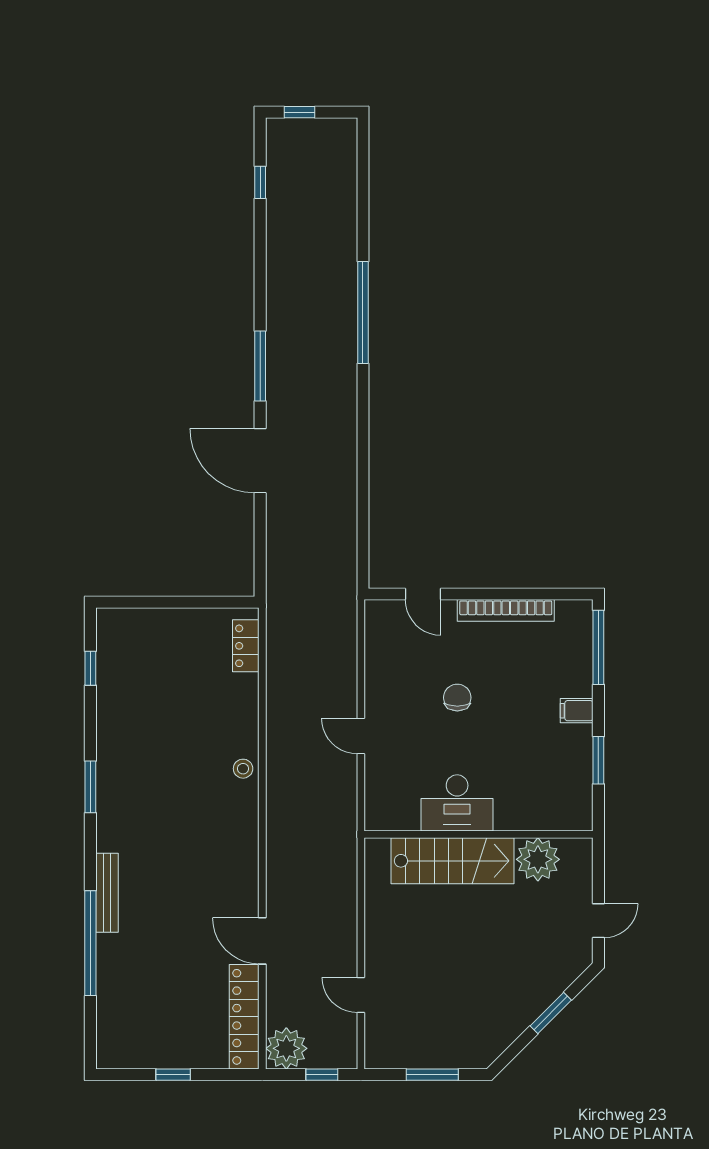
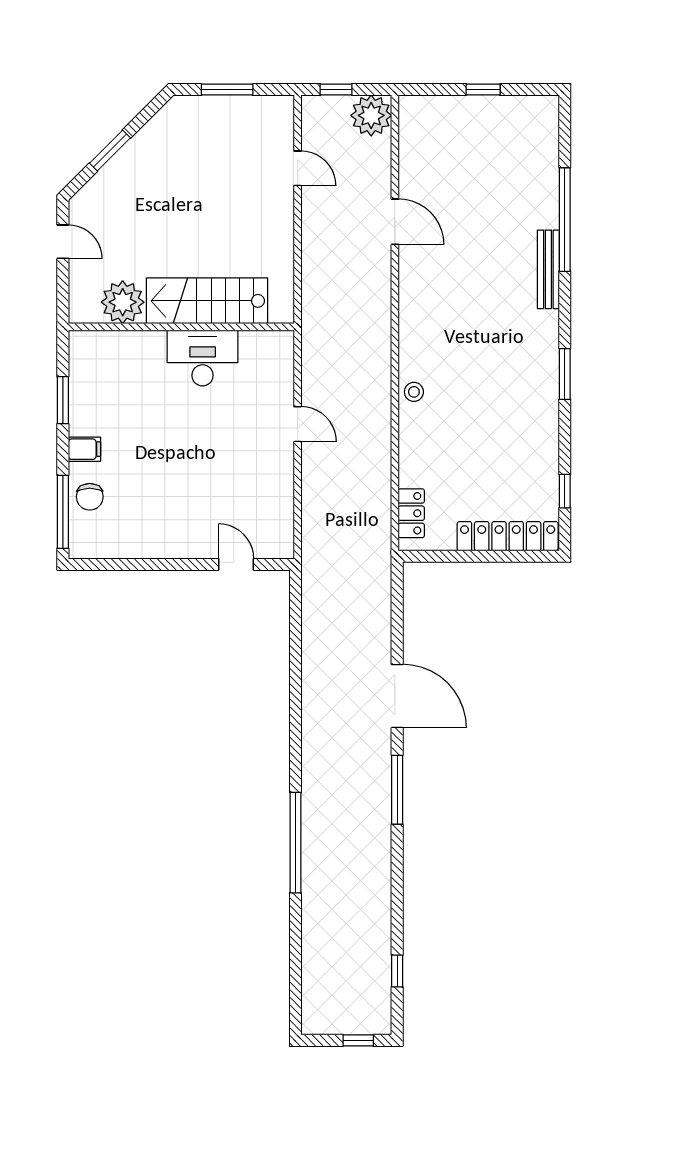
bookcase: (506, 610) -> (154, 548), removed
chair: (457, 698) -> (90, 497), moved
door: (598, 921) -> (63, 242), swing flipped
locker: (244, 1017) -> (508, 536), moved, turned -90

